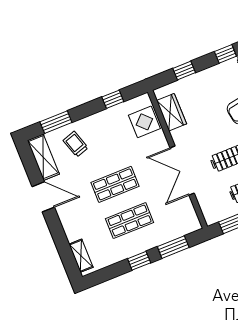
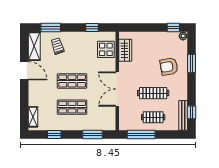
window: (184, 71) -> (144, 27), removed
window: (139, 261) -> (54, 135), moved

